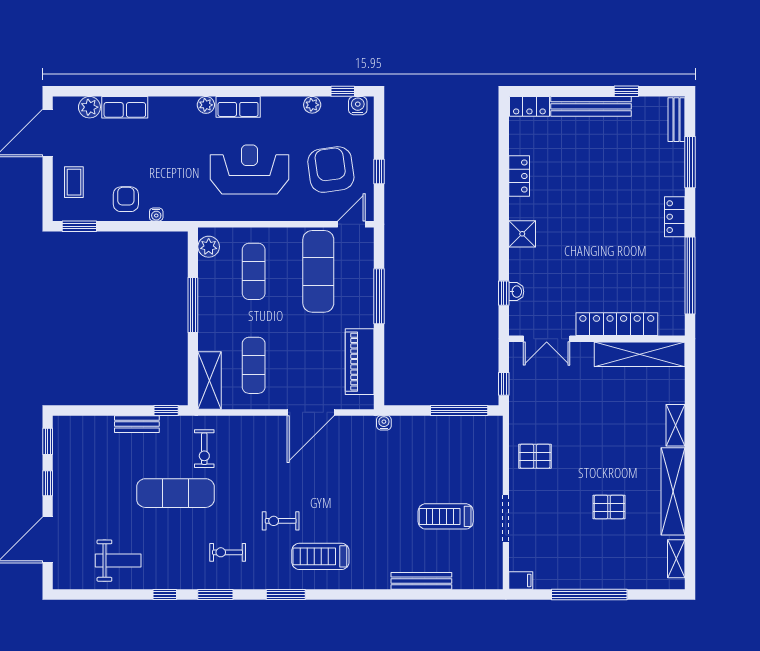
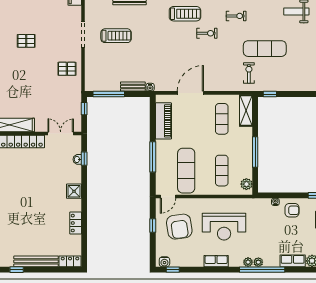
window: (180, 91) -> (262, 270), added
plant: (312, 105) -> (258, 262), moved
row of seats: (238, 107) -> (216, 261), moved
armchair: (126, 199) -> (292, 210), turned -90
bench: (137, 424) -> (133, 87), moved

